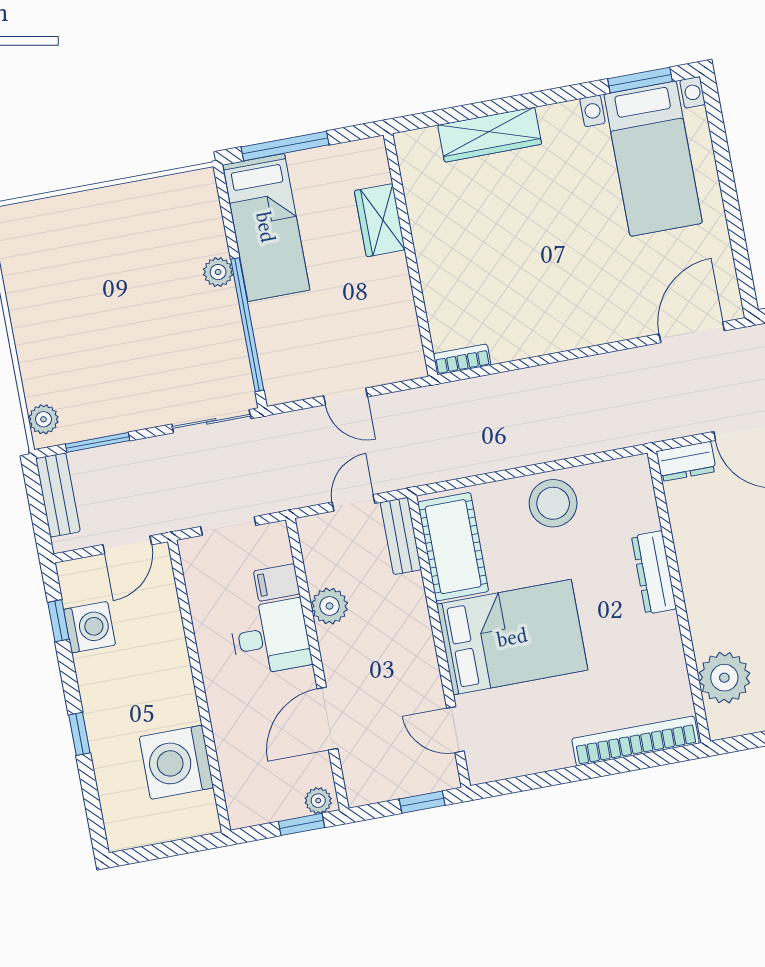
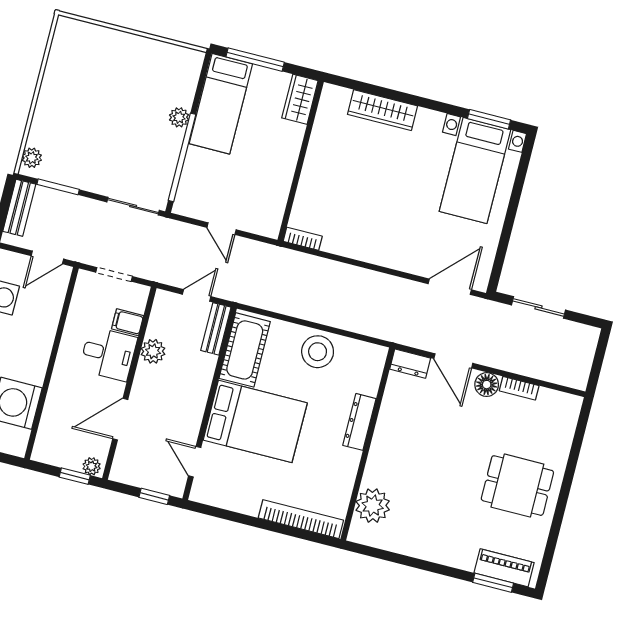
wardrobe: (380, 220) -> (300, 99), moved

